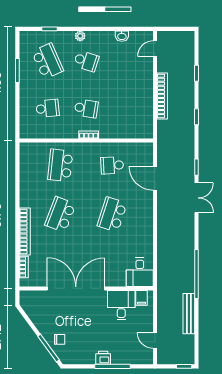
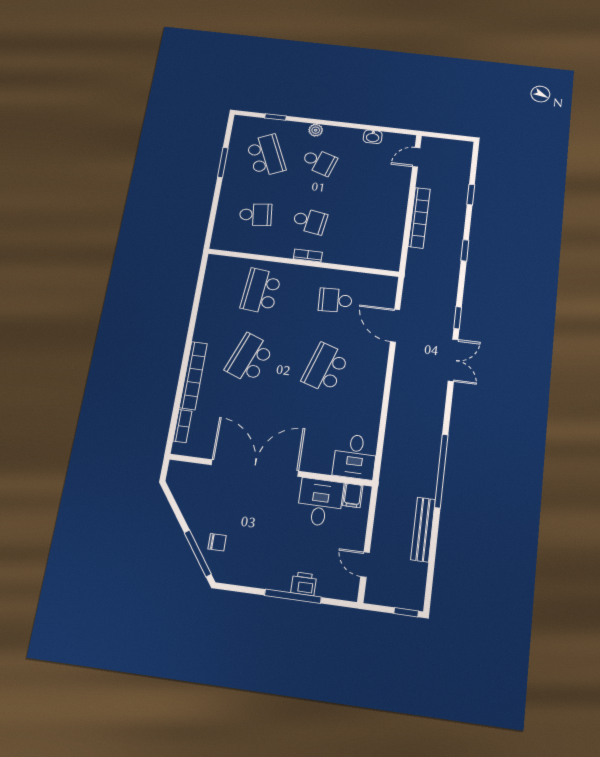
printer: (103, 358) -> (304, 584), moved

